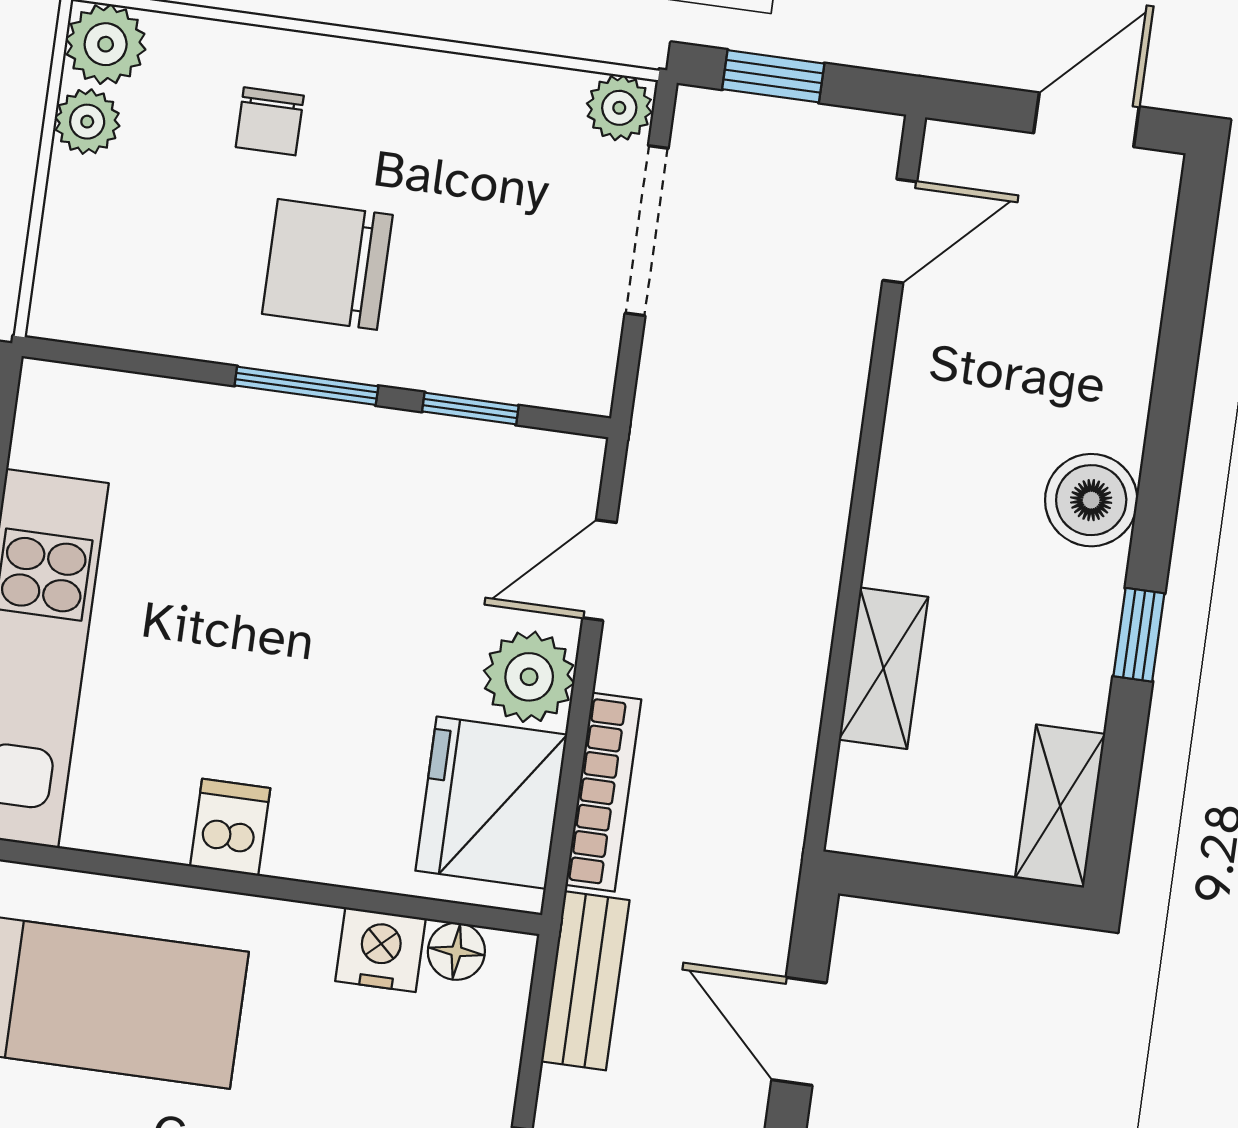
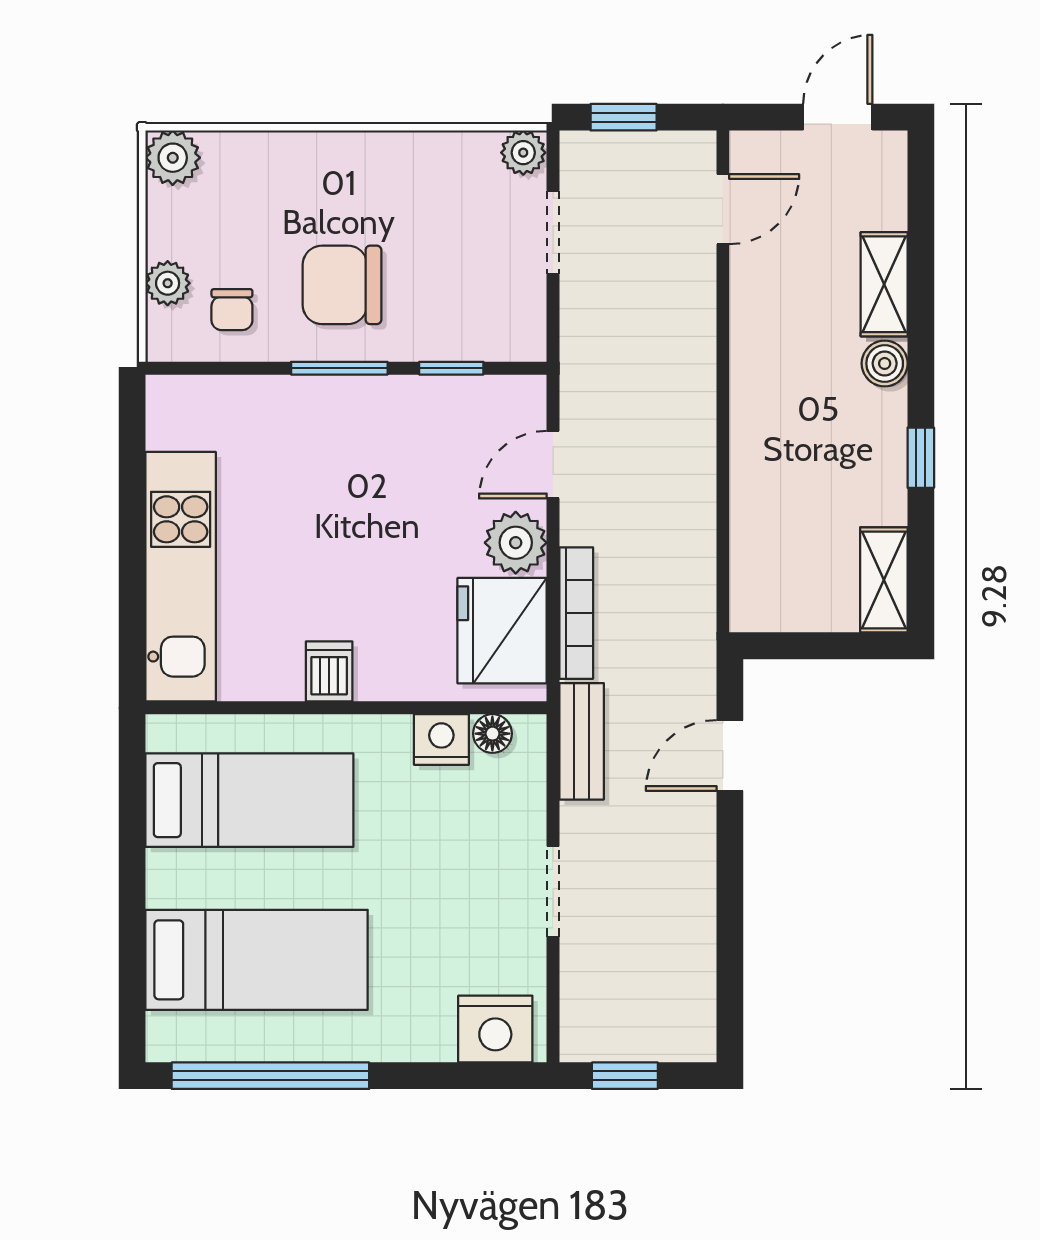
chair: (270, 121) -> (232, 310), moved
plant: (87, 122) -> (168, 283), moved
doorway: (647, 231) -> (553, 232), width x0.73
boiler: (1091, 500) -> (885, 363), width x0.73, depth x0.73
shelving: (884, 668) -> (884, 284), moved
door: (799, 1031) -> (730, 755), hinge flipped

